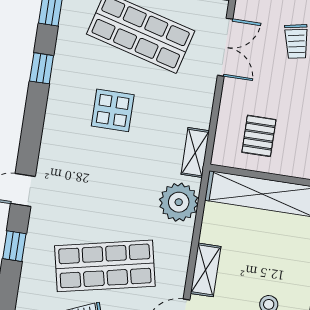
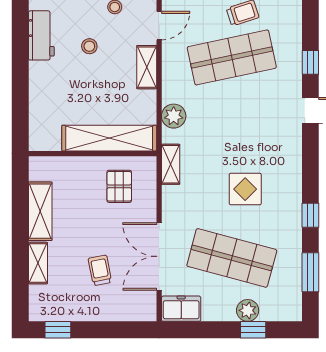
double door: (225, 47) -> (159, 256), width x1.37
plant: (179, 202) -> (174, 116), width x0.73, depth x0.73

